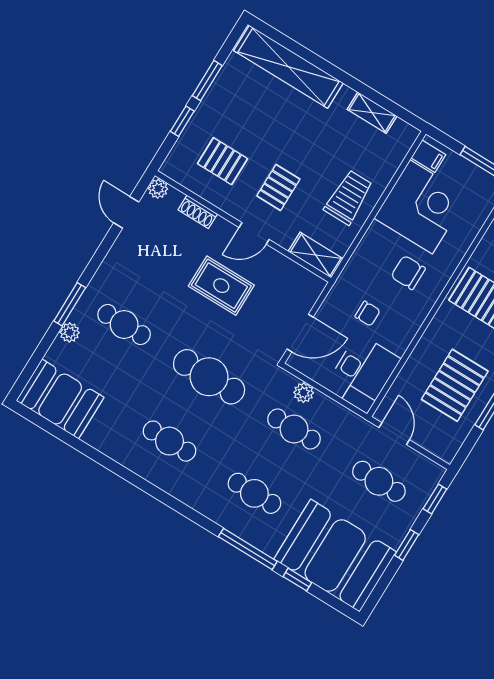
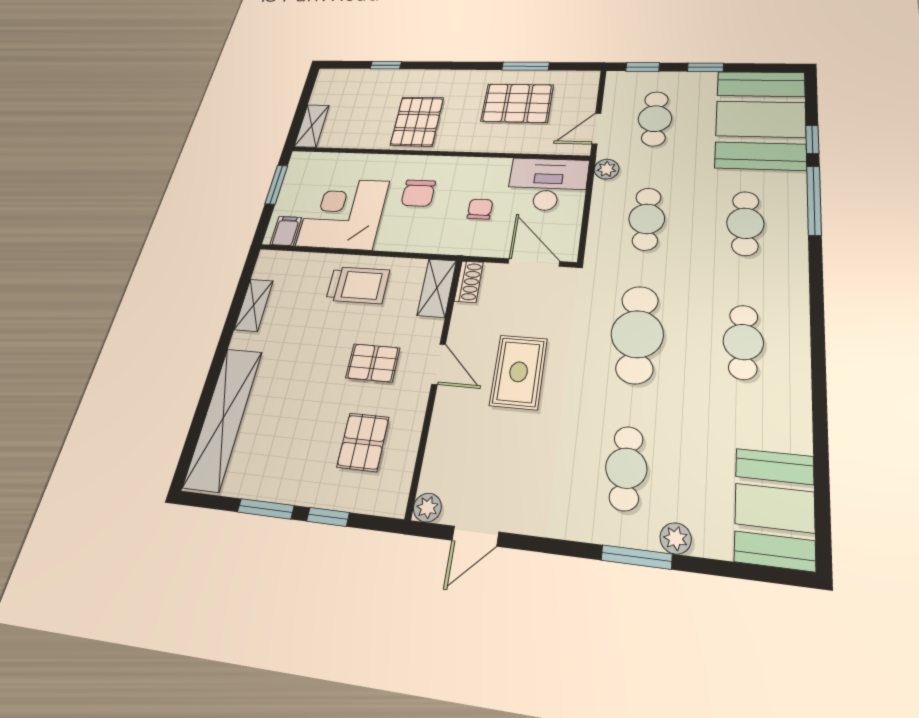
trolley: (348, 197) -> (358, 285), turned 180
shoe rack: (198, 212) -> (469, 282), moved
plant: (304, 393) -> (607, 169), moved

